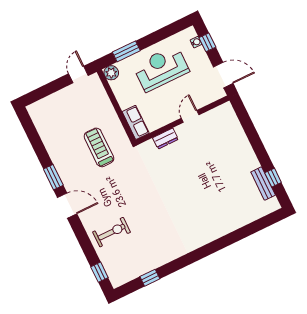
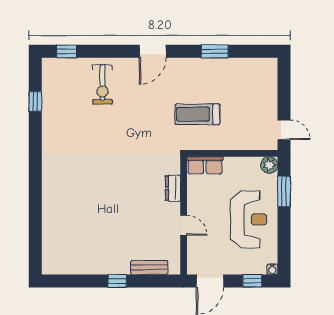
water cooler: (196, 42) -> (272, 269), moved
treadmill: (99, 147) -> (197, 114), turned 180
window: (53, 177) -> (215, 51), moved
window: (273, 178) -> (117, 281), moved
bench: (263, 184) -> (149, 267), moved

